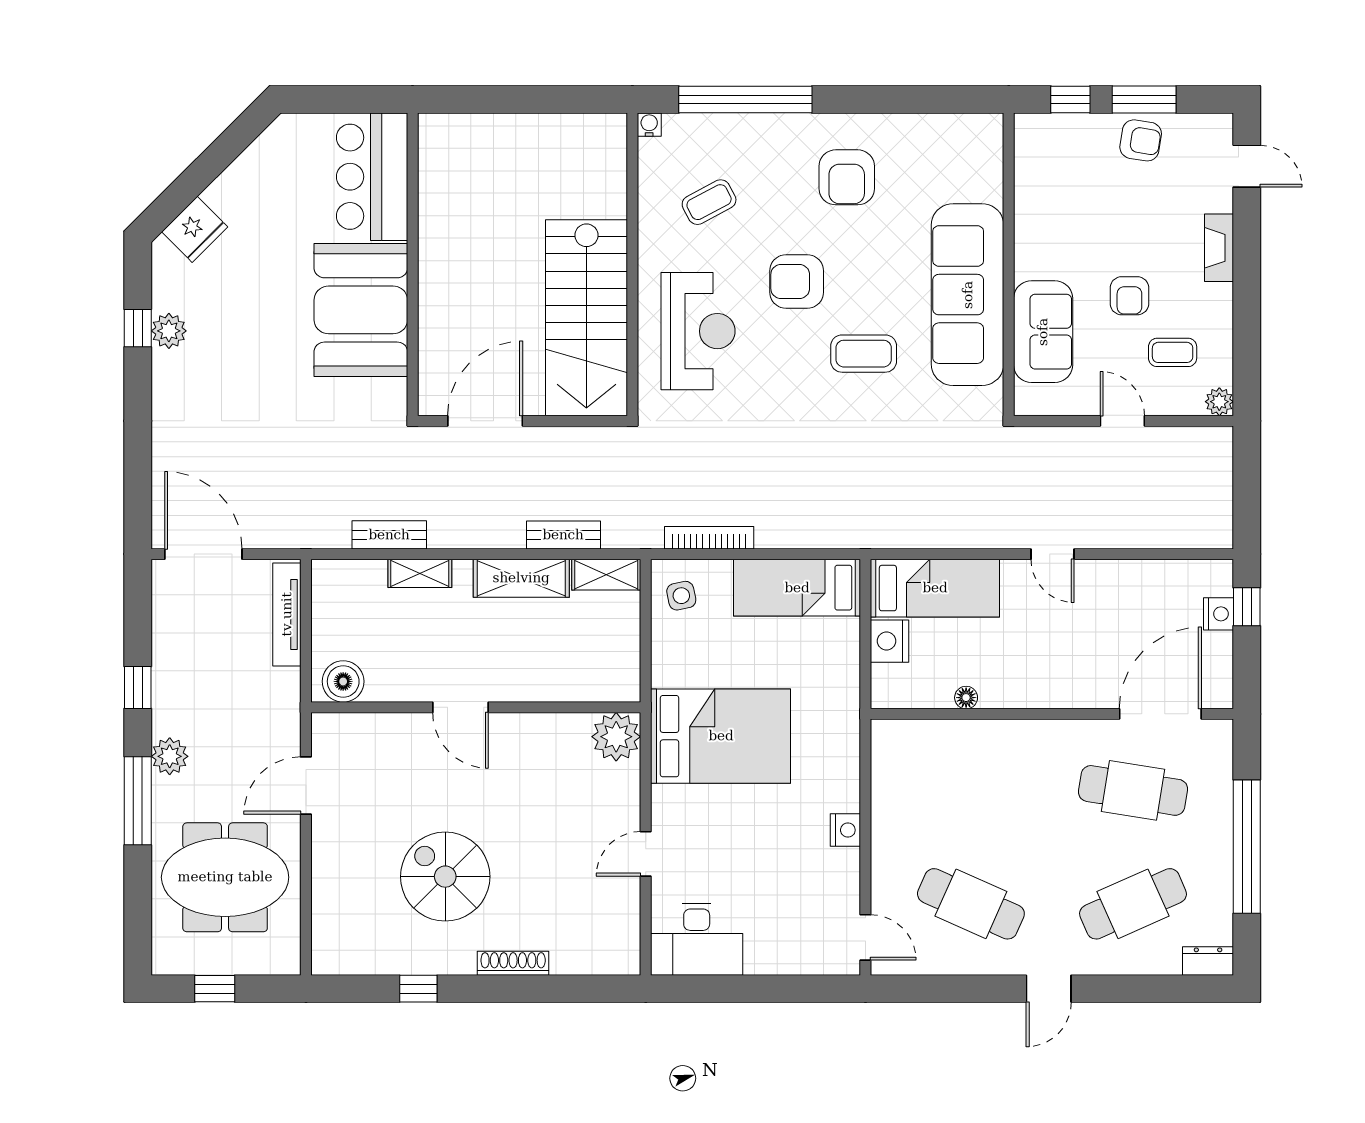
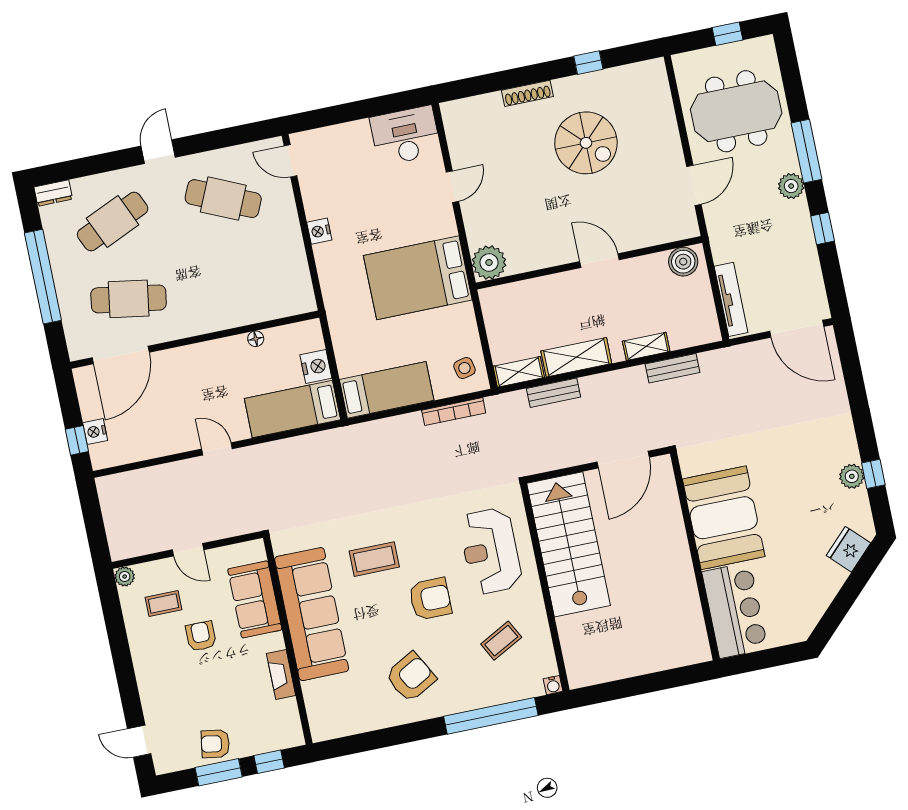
armchair: (847, 177) -> (411, 677), turned 61
fireplace: (1219, 248) -> (281, 675), moved, turned 180

